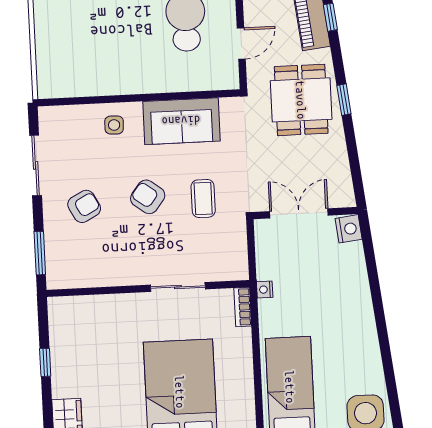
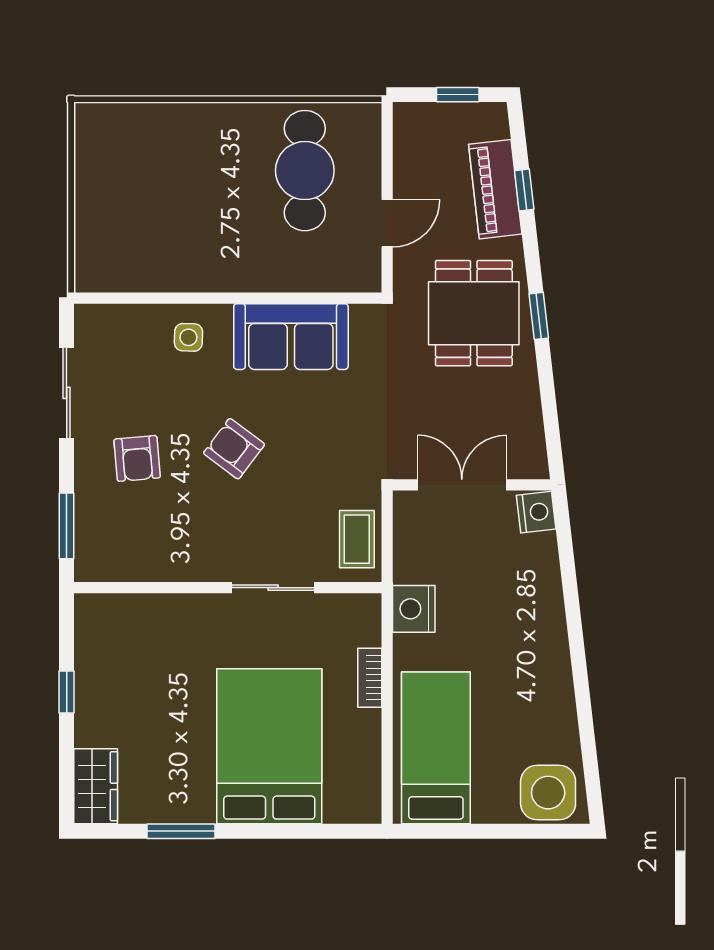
coffee table: (203, 199) -> (357, 539), moved
armchair: (84, 206) -> (137, 458), turned 113
nightstand: (265, 289) -> (414, 609), width x1.89, depth x1.79
bookcase: (243, 307) -> (370, 678), moved

